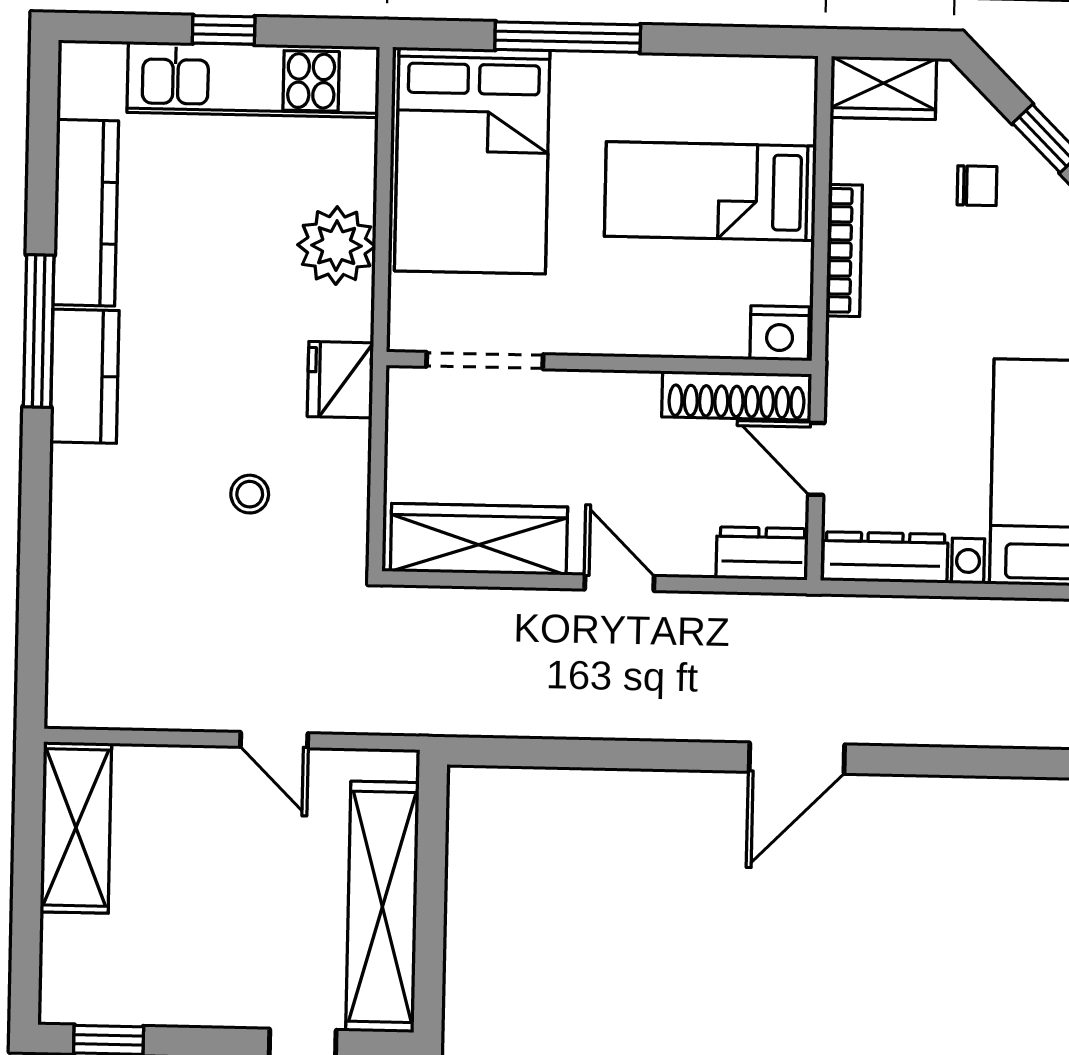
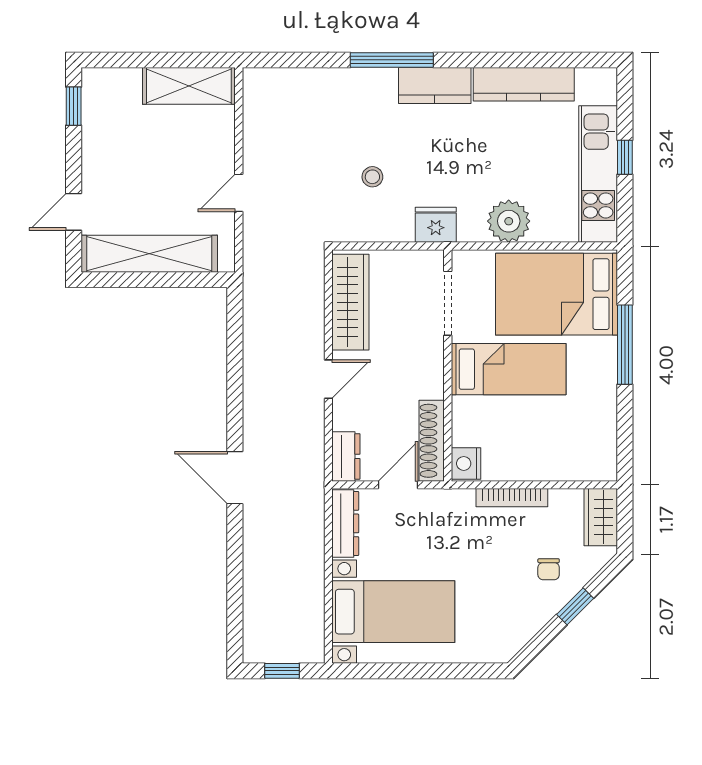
bed: (710, 191) -> (509, 369), moved, turned 90
window: (39, 331) -> (392, 60), moved

